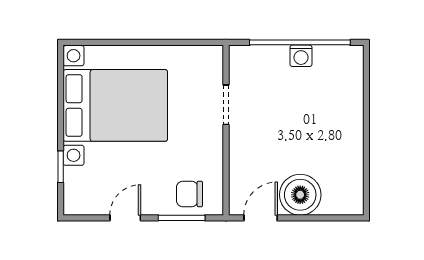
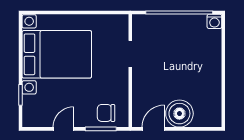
washing machine: (301, 56) -> (214, 21), moved

